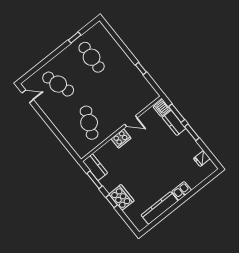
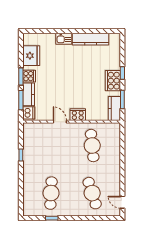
cafe table: (89, 123) -> (92, 146), turned -30
cooker: (185, 138) -> (29, 76), added
fridge: (202, 158) -> (31, 56), width x1.88, depth x1.34
cooker: (121, 197) -> (113, 81), moved

